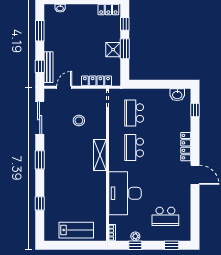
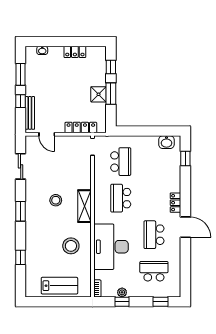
locker: (108, 10) -> (75, 52), moved
window: (40, 66) -> (21, 101), moved
door: (64, 87) -> (47, 134), swing flipped
school desk: (134, 113) -> (121, 162), turned 180
sliding door: (40, 118) -> (21, 166), width x0.73
stool: (79, 121) -> (56, 200), moved
locker: (186, 147) -> (175, 203), width x0.66
school desk: (165, 182) -> (154, 235), added
stool: (87, 193) -> (71, 246), added
school desk: (165, 216) -> (154, 271), turned 180

